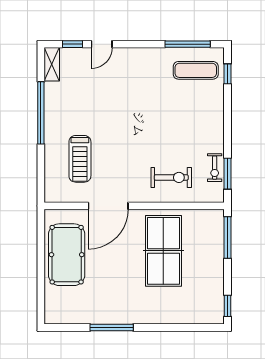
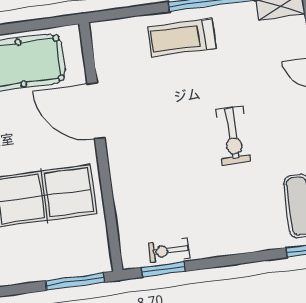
treadmill: (80, 159) -> (182, 38), moved
exercise bike: (171, 177) -> (233, 136), moved

